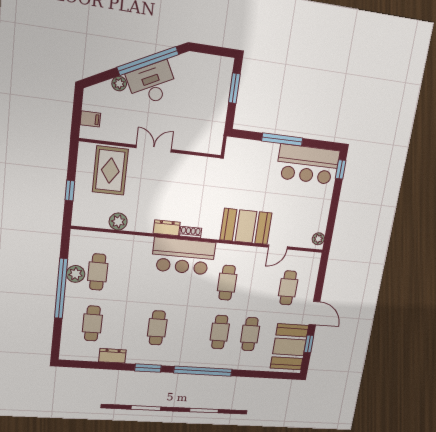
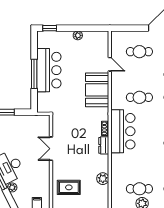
double door: (154, 149) -> (51, 149), moved
bar counter: (308, 164) -> (49, 70), moved
rug: (110, 171) -> (69, 187), width x0.73, depth x0.70
plant: (318, 239) -> (78, 35), moved

